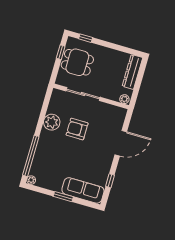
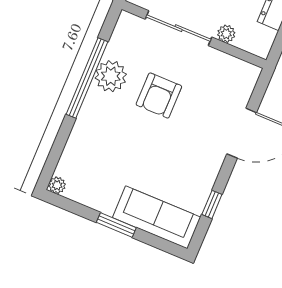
plant: (124, 99) -> (226, 34), moved
armchair: (77, 129) -> (159, 95), turned -90
window: (31, 156) -> (87, 78), moved

